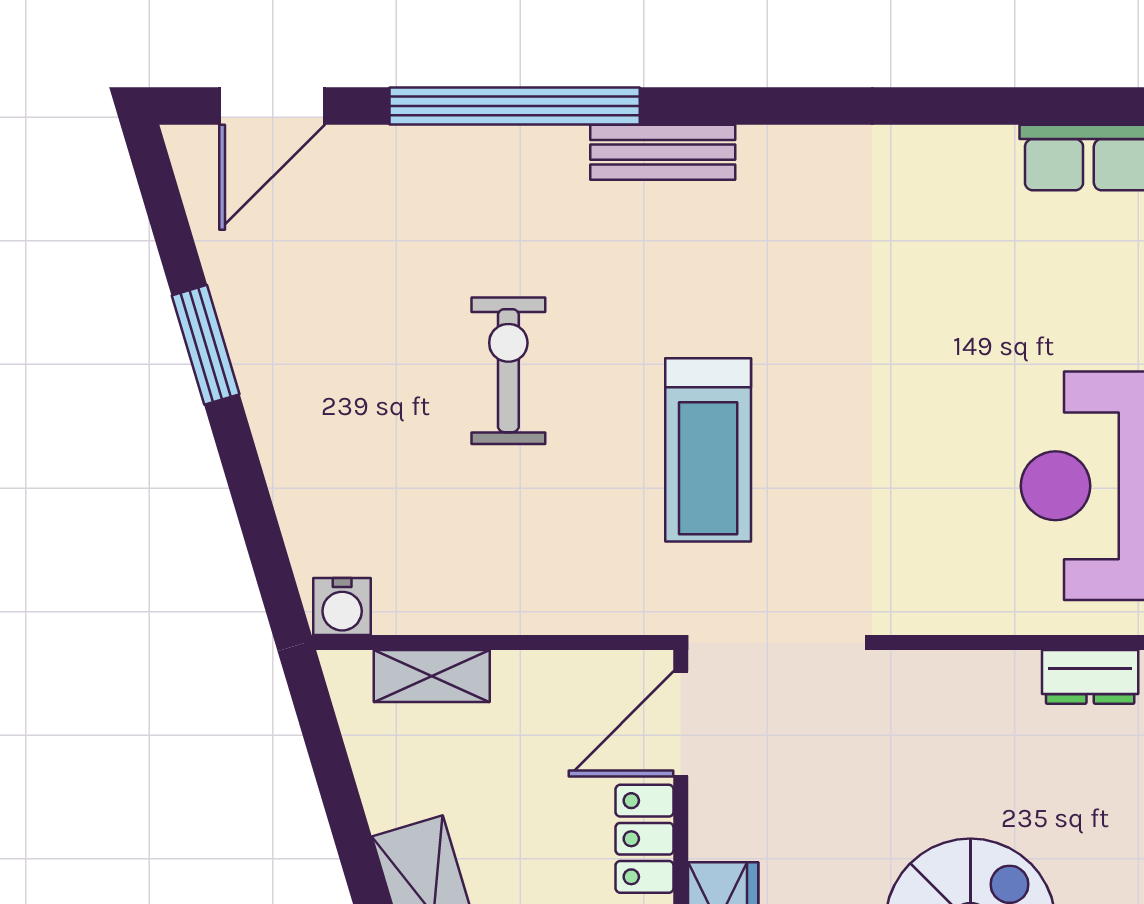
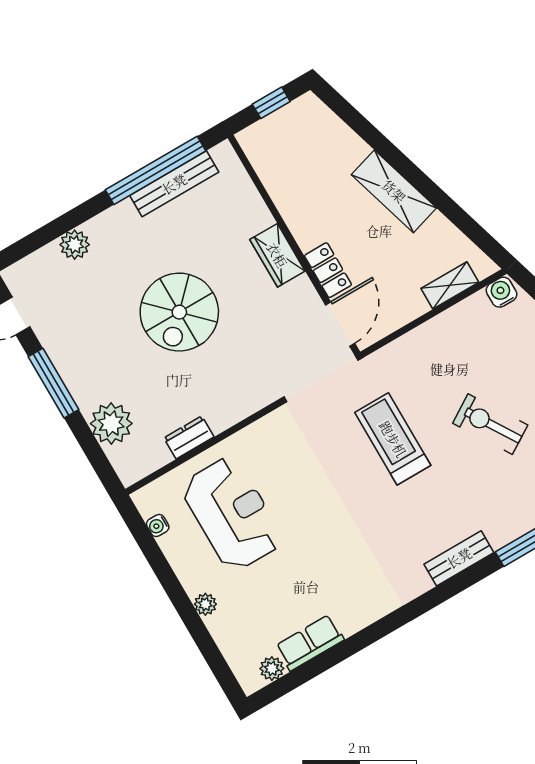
bench: (663, 152) -> (459, 558), moved
exercise bike: (508, 371) -> (490, 424), turned 148

